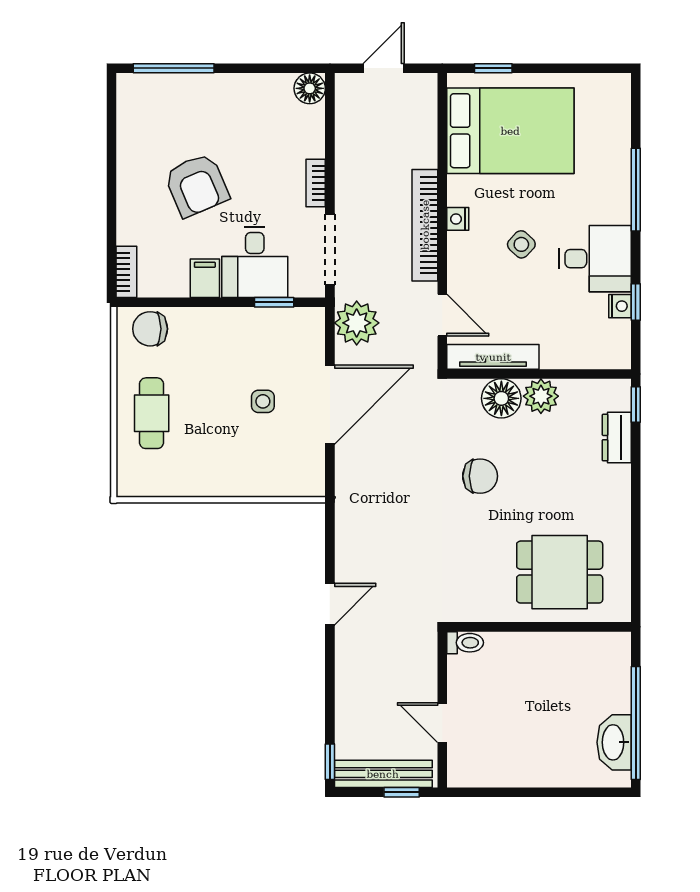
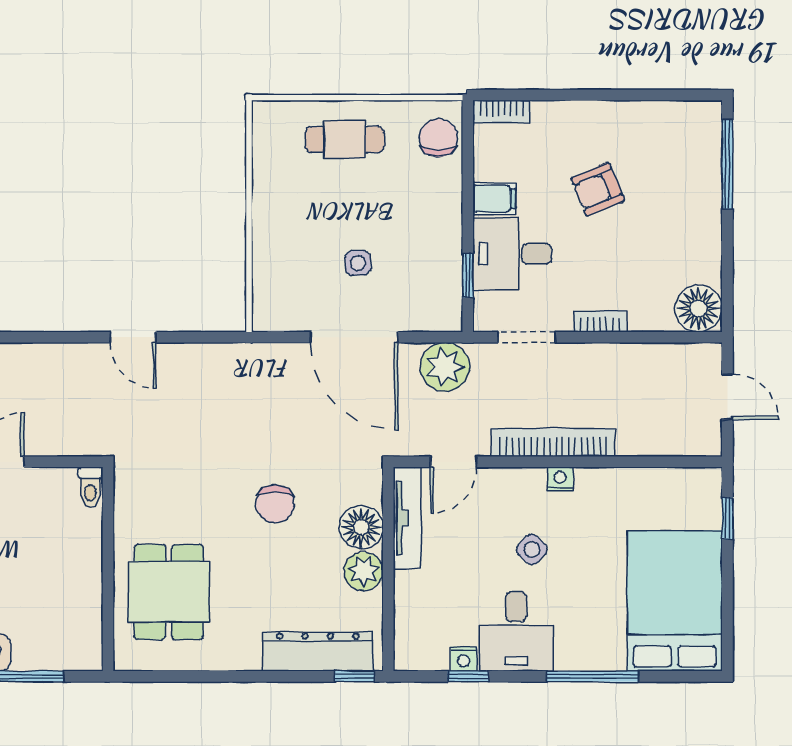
floor lamp: (310, 88) -> (699, 308), width x1.38, depth x1.38
bed: (510, 131) -> (675, 601), moved, turned 180
armchair: (197, 185) -> (598, 189), width x0.72, depth x0.72
doorway: (330, 249) -> (527, 337), width x0.73
dresser: (617, 438) -> (318, 651), width x1.96, depth x1.24

